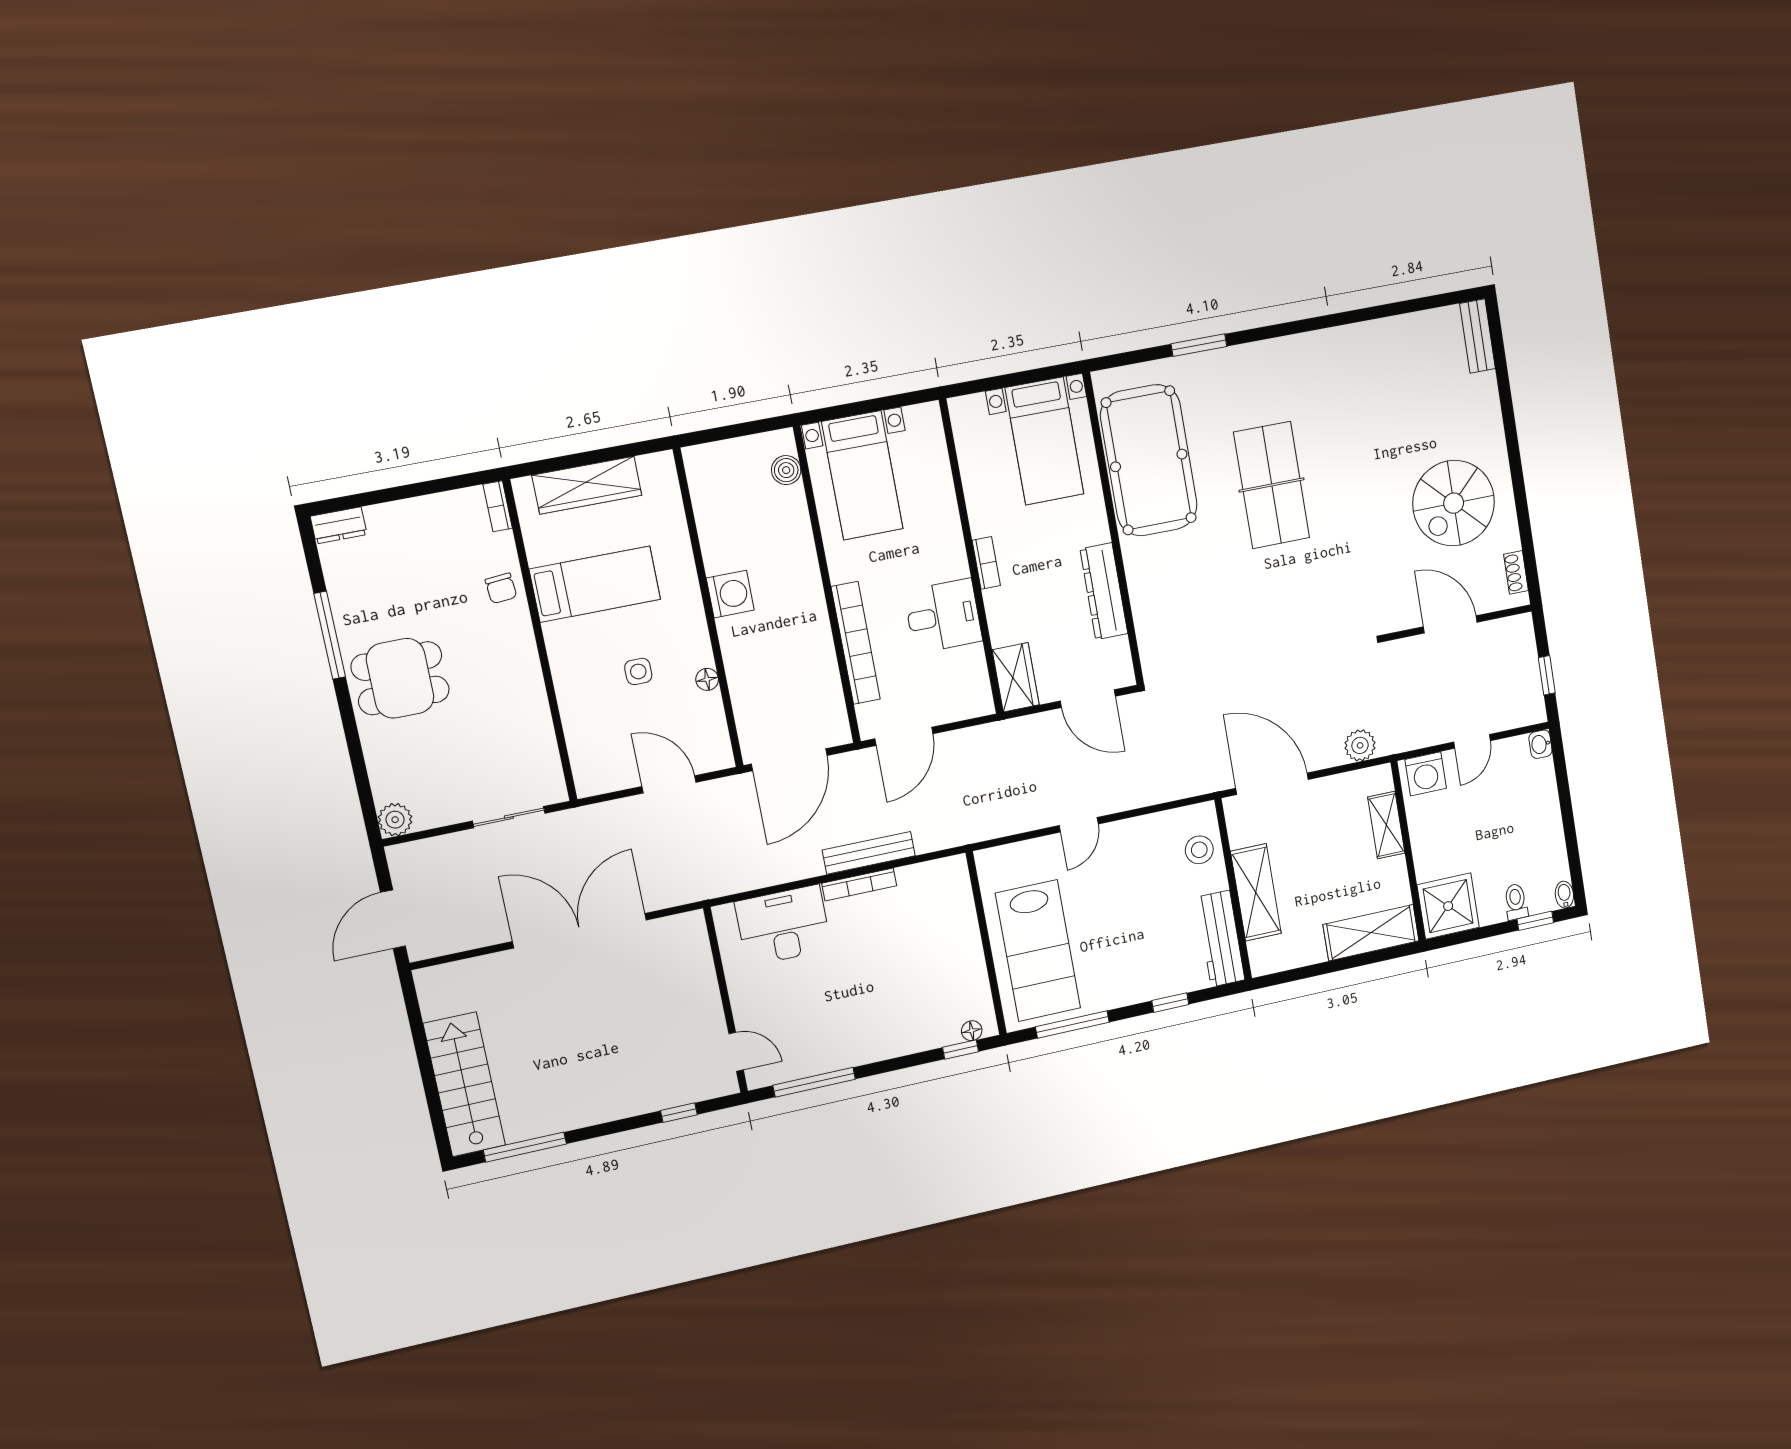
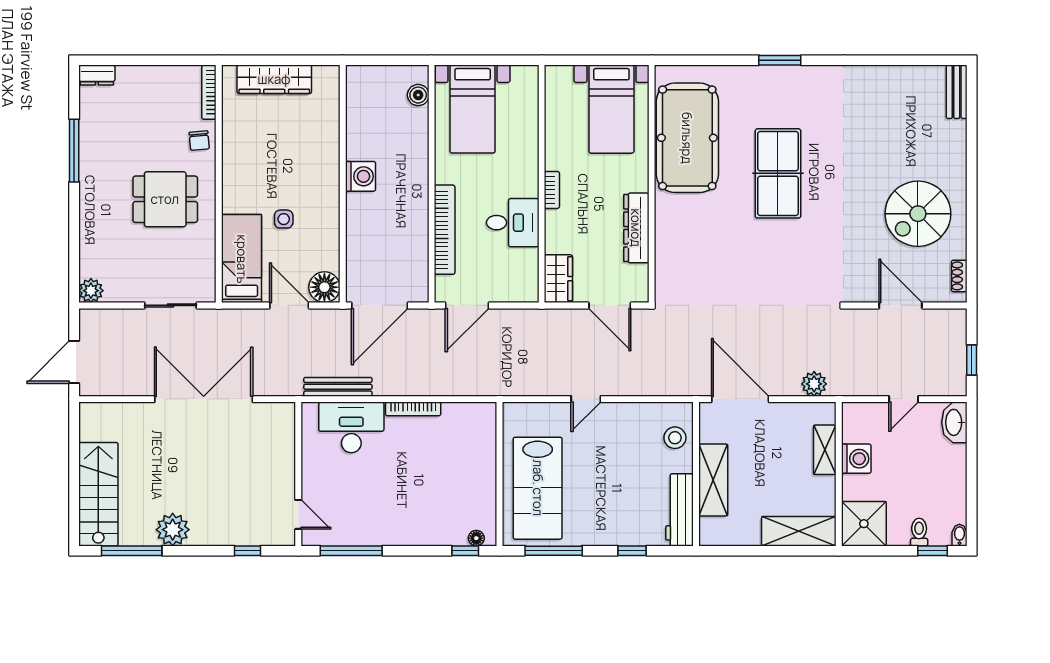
window: (1199, 345) -> (780, 60), moved
bookcase: (498, 506) -> (209, 92), width x1.56
bed: (595, 584) -> (242, 259), moved, turned -90
dining table: (400, 678) -> (165, 199), moved
floor lamp: (707, 679) -> (324, 287), moved, width x1.89, depth x1.89
washbasin: (1540, 744) -> (954, 422), width x1.91, depth x1.45
washing machine: (1426, 774) -> (856, 459), moved, turned -90
bench: (869, 853) -> (338, 387), moved
plant: (574, 1108) -> (173, 530), added

